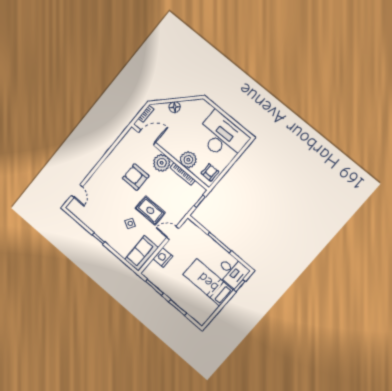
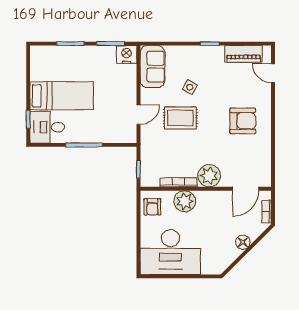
armchair: (136, 177) -> (243, 121), moved
piano: (84, 216) -> (244, 54), added
nightstand: (163, 257) -> (127, 55), moved, turned -90

